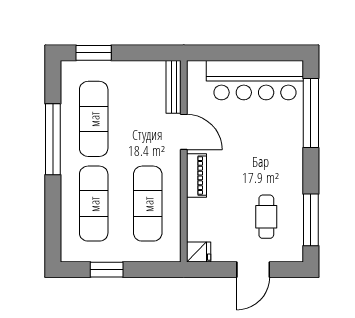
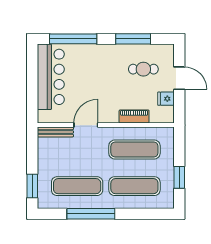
piano: (196, 176) -> (134, 116), moved
window: (311, 220) -> (133, 39), moved
fridge: (199, 252) -> (166, 99), moved, turned -90

